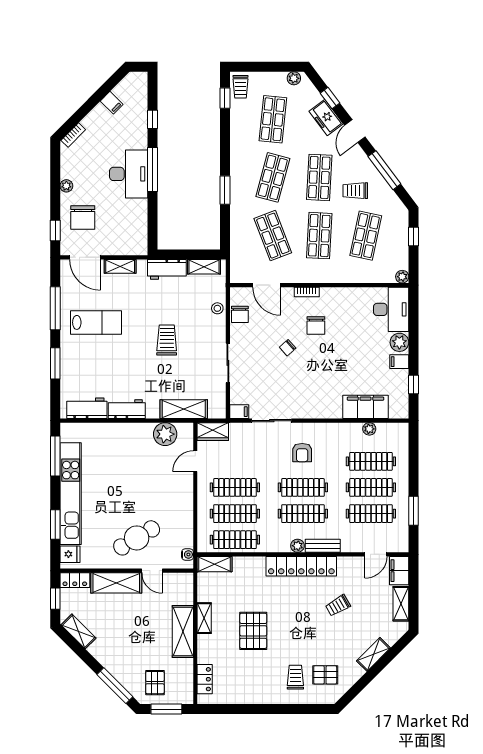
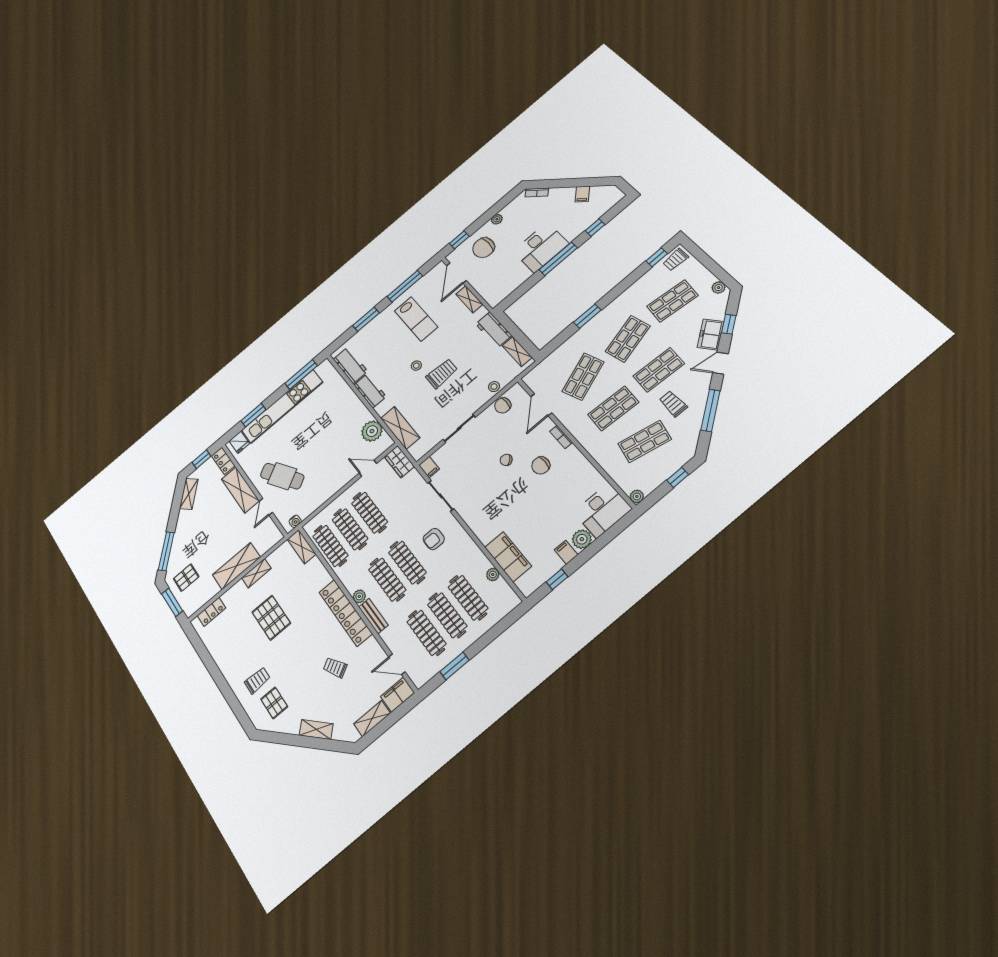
shop shelf: (273, 177) -> (628, 339), turned -30
stool: (140, 355) -> (416, 366), added
pallet: (253, 631) -> (271, 618), turned 90

